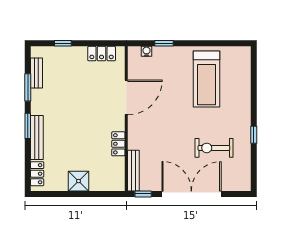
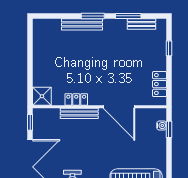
window: (164, 43) -> (169, 129), moved
bench: (133, 171) -> (79, 113), moved
locker: (37, 174) -> (49, 25), removed
shower: (78, 181) -> (42, 96), moved

